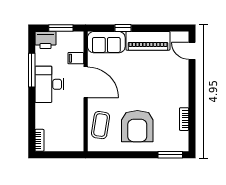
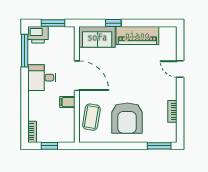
door: (192, 51) -> (180, 69), moved
filing cabinet: (76, 58) -> (67, 102), moved
window: (32, 70) -> (25, 51), moved
desk: (49, 84) -> (42, 78), width x0.73
window: (57, 155) -> (49, 146), added

